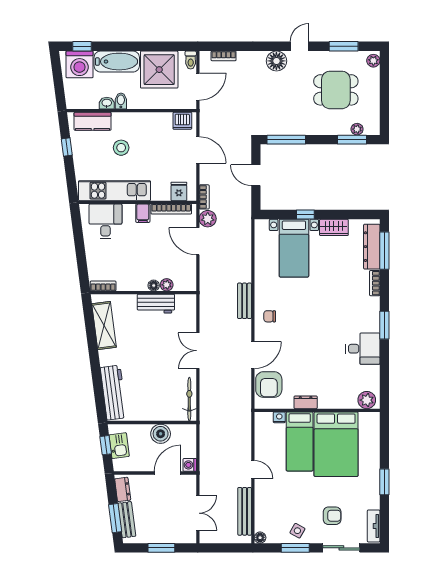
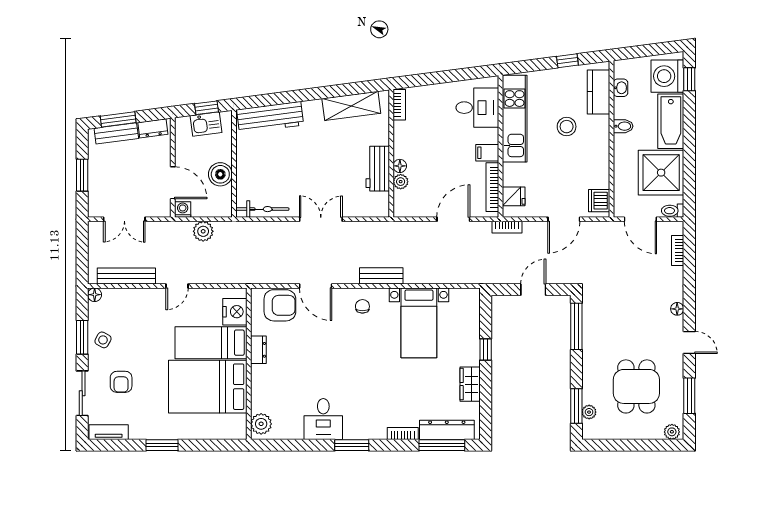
floor lamp: (276, 61) -> (677, 309), width x0.53, depth x0.53
washbasin: (107, 103) -> (621, 88), moved
plant: (208, 219) -> (203, 231), moved
bed with nightstands: (294, 248) -> (419, 323), moved, turned -90
armchair: (269, 385) -> (280, 305), turned 180
nightstand: (279, 417) -> (235, 312), width x1.89, depth x1.79

